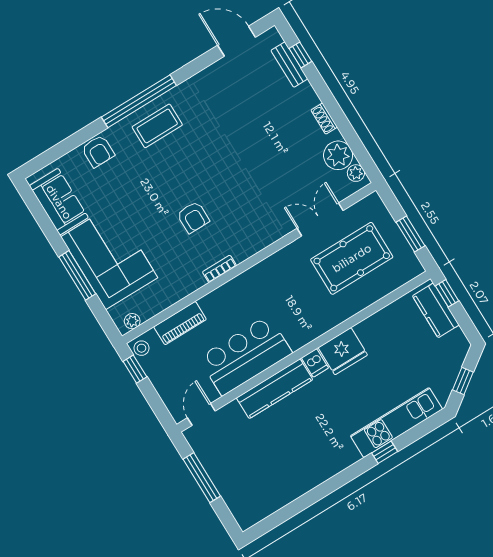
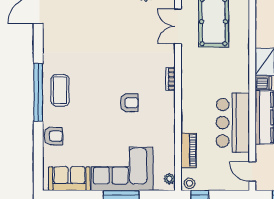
bookcase: (219, 269) -> (170, 79), moved

